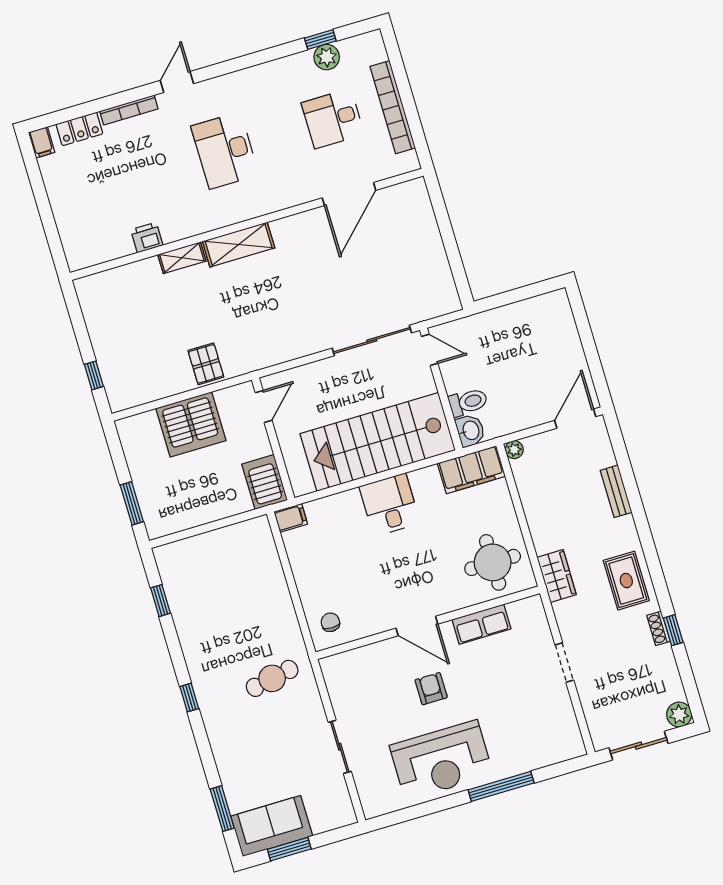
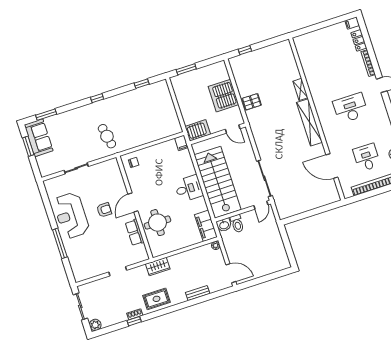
printer: (147, 238) -> (309, 73), removed
shelving: (239, 245) -> (309, 122), width x1.47
round table: (493, 562) -> (158, 223), moved

